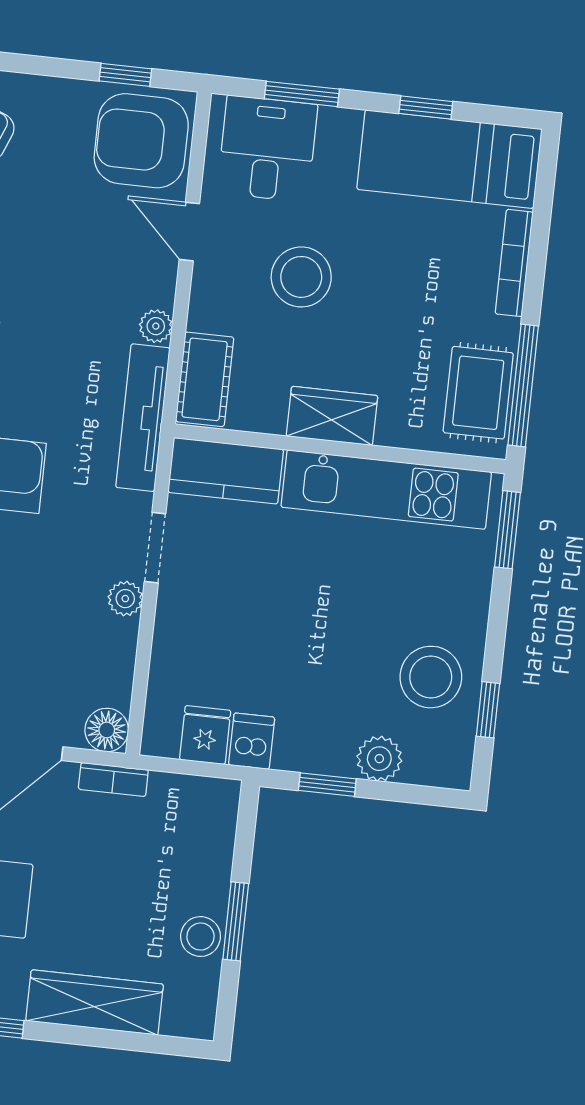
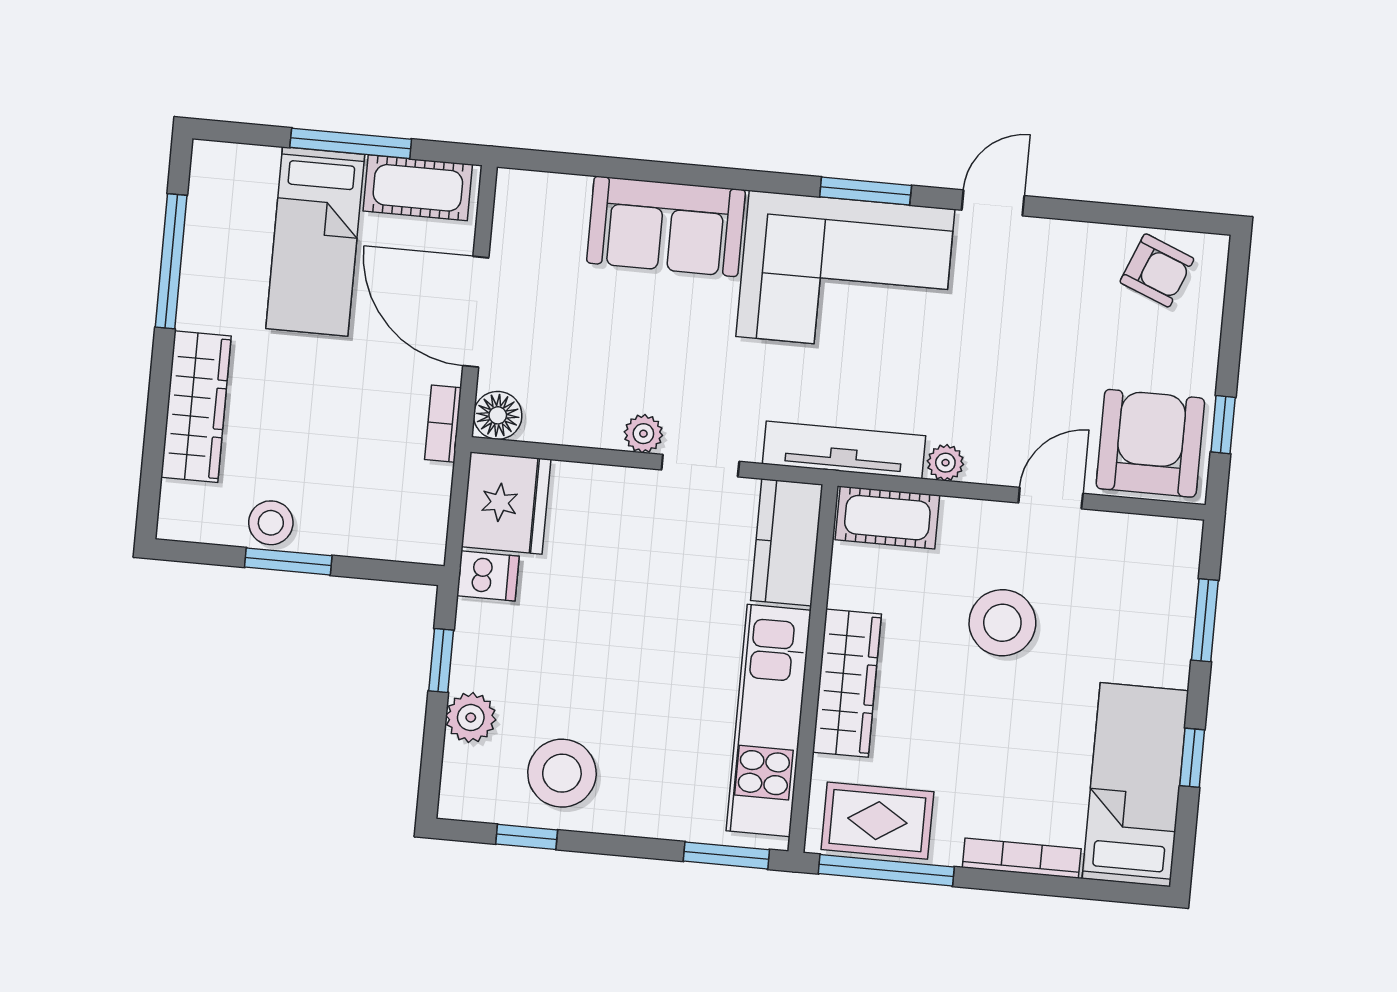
desk: (267, 149) -> (1144, 583), removed
wardrobe: (332, 416) -> (847, 683), width x1.50
fridge: (205, 735) -> (506, 503), width x1.88, depth x1.34

